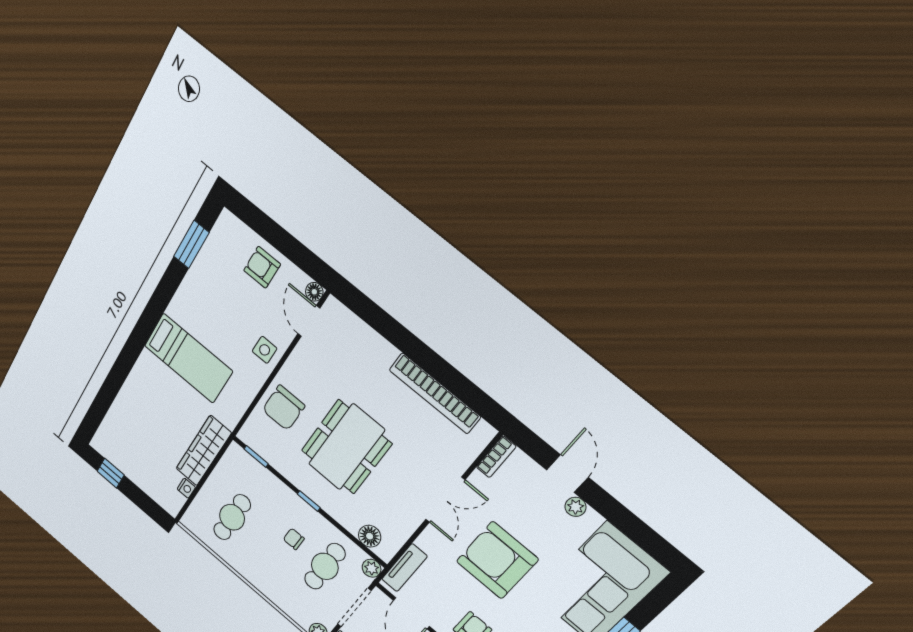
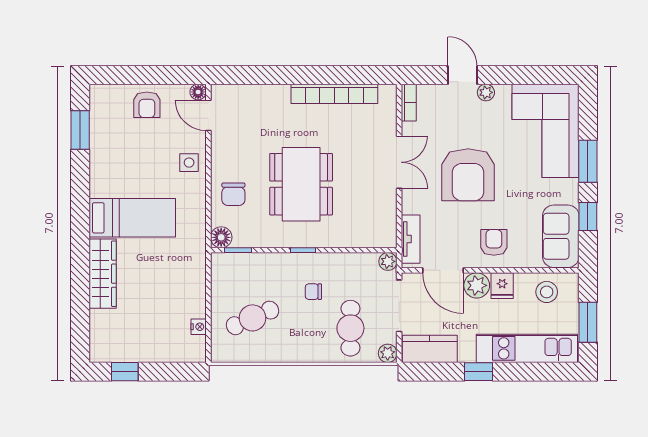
armchair: (262, 267) -> (147, 105), turned -90
chair: (284, 408) -> (233, 194), width x0.73, depth x0.73
wardrobe: (203, 451) -> (103, 274), moved, turned 180
cafe table: (232, 517) -> (253, 318), turned 66
floor lamp: (370, 536) -> (221, 237), moved
armchair: (497, 560) -> (468, 175), turned -90
cafe table: (325, 566) -> (350, 328), moved

